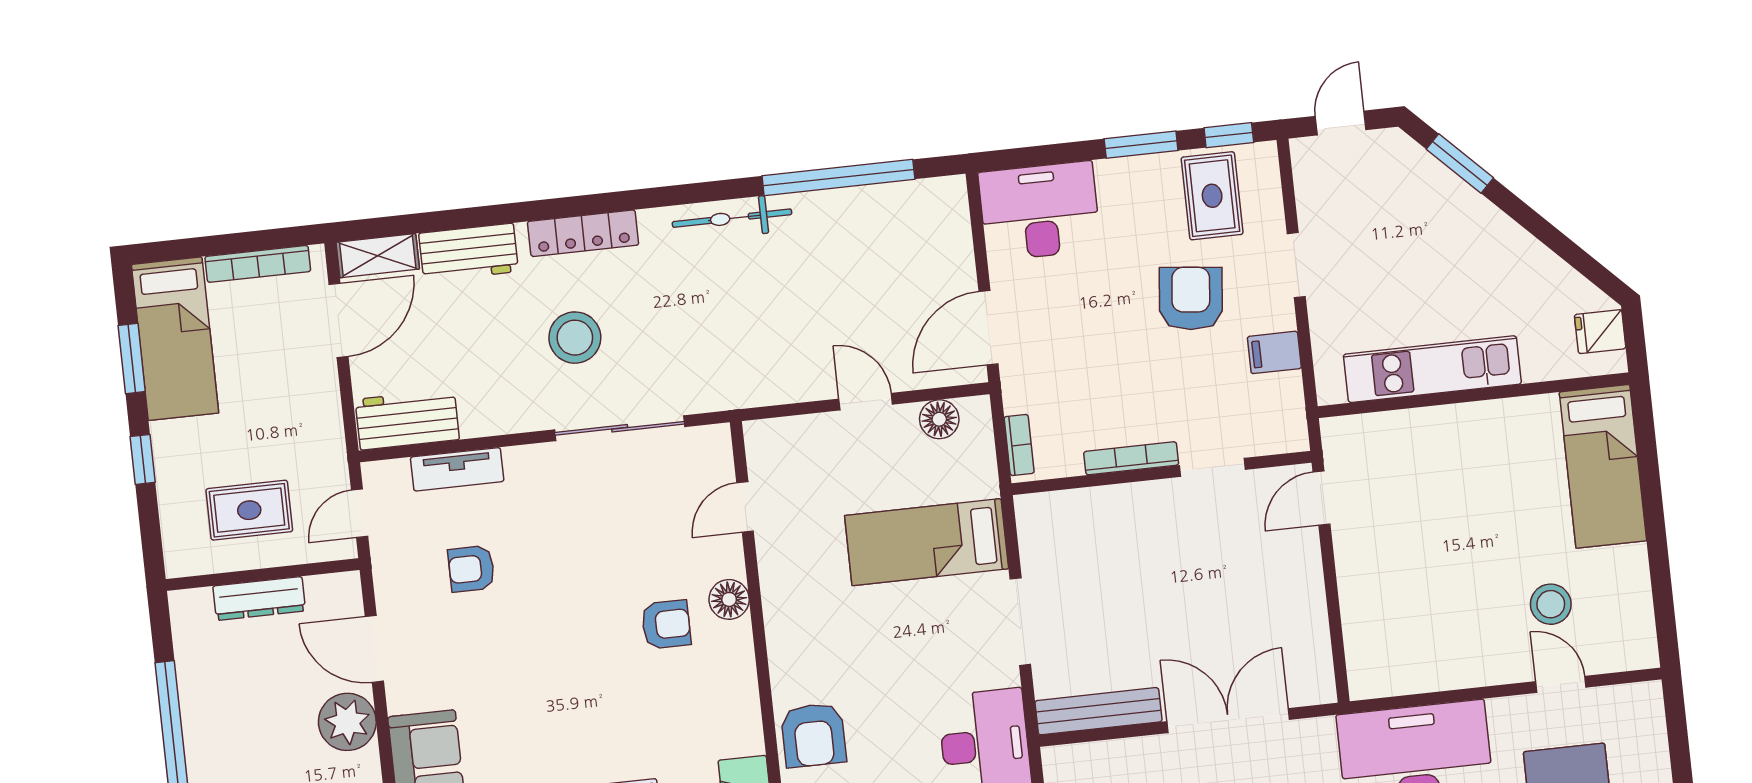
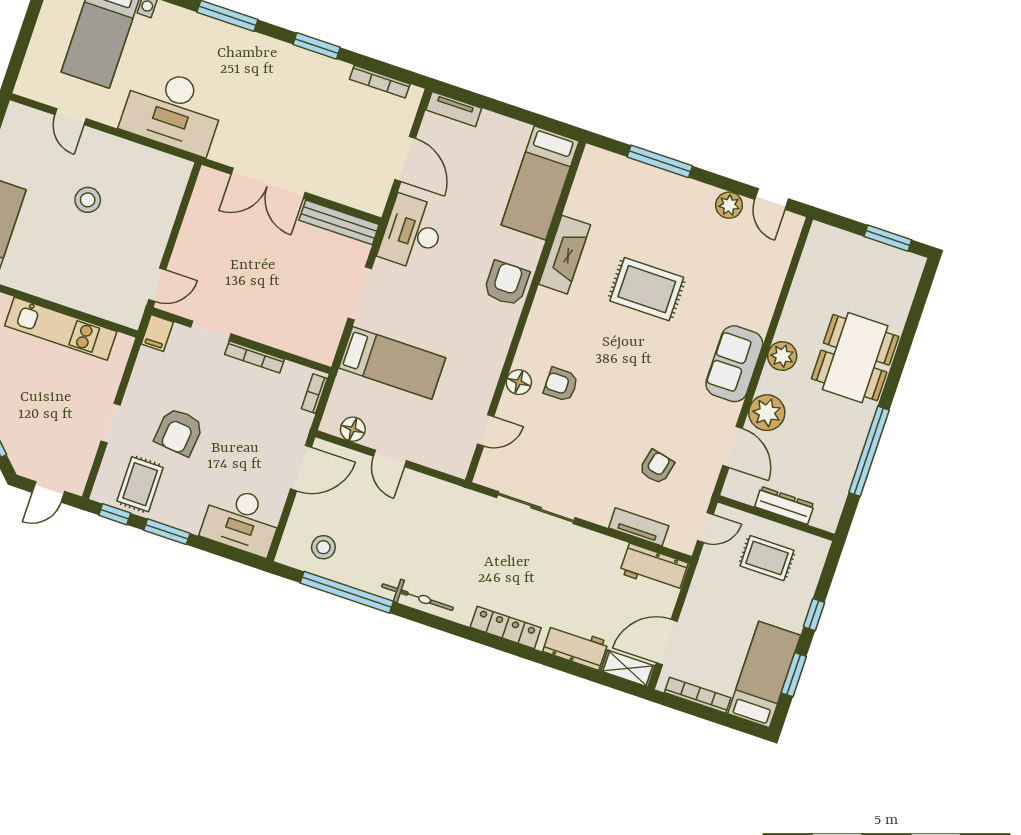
stool: (575, 338) -> (323, 547), moved, width x0.73, depth x0.73
filing cabinet: (1274, 352) -> (157, 333), moved, turned 90
armchair: (471, 569) -> (657, 467), turned -77
stool: (1551, 604) -> (88, 200), moved

